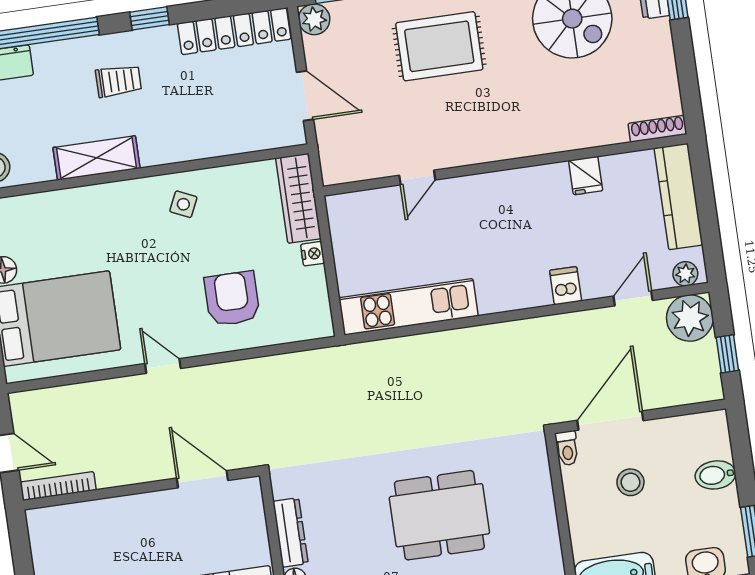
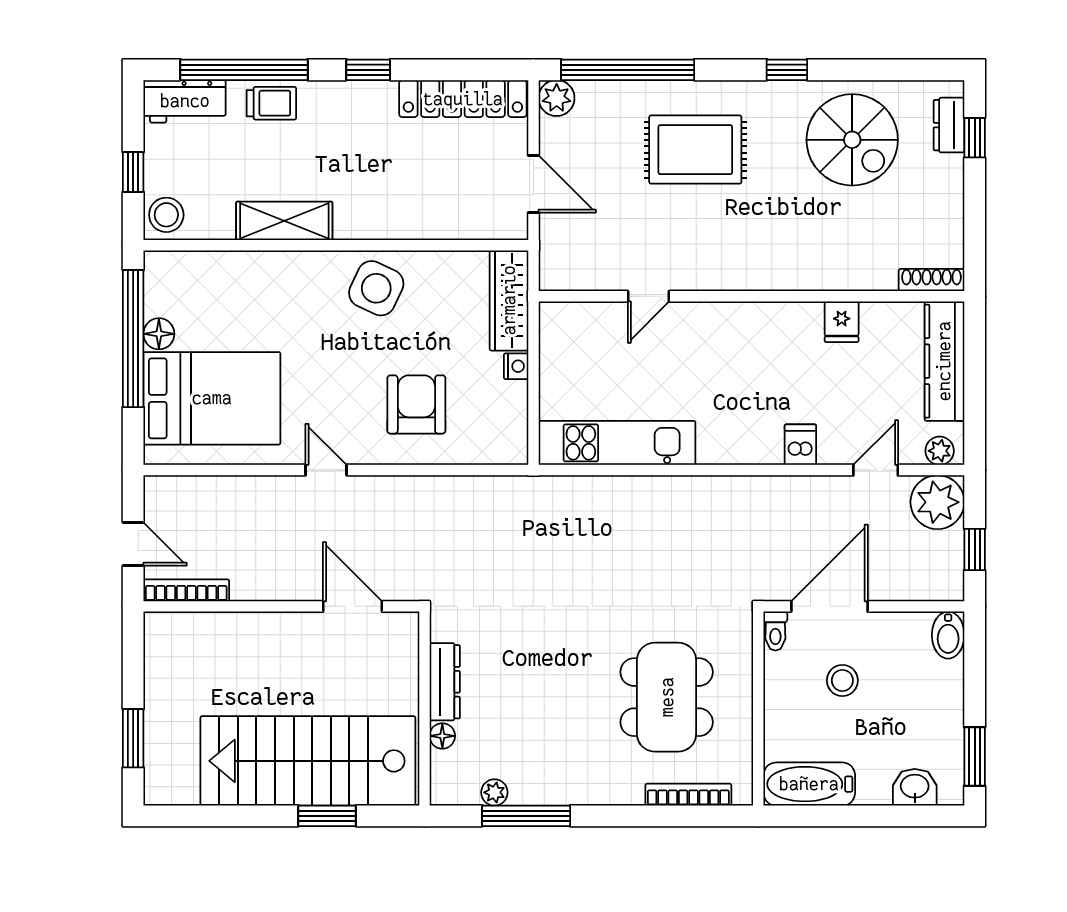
trolley: (118, 81) -> (271, 103), moved
side table: (183, 204) -> (376, 288), width x1.87, depth x1.87
bidet: (715, 475) -> (948, 635), moved, turned -90
dining table: (439, 515) -> (667, 697), moved, turned 90

